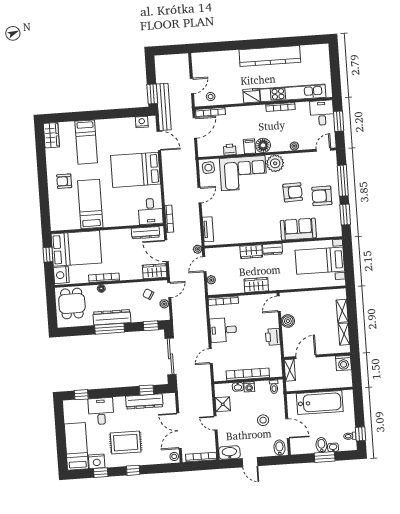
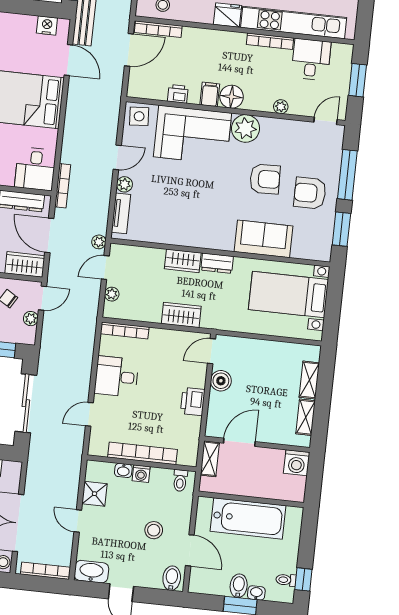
desk: (322, 113) -> (311, 60), moved
plant: (207, 211) -> (124, 184), added

